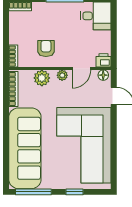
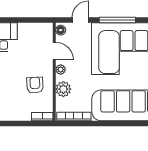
armchair: (46, 49) -> (35, 85), turned 87
printer: (103, 60) -> (46, 30), removed
window: (114, 134) -> (117, 20), added

